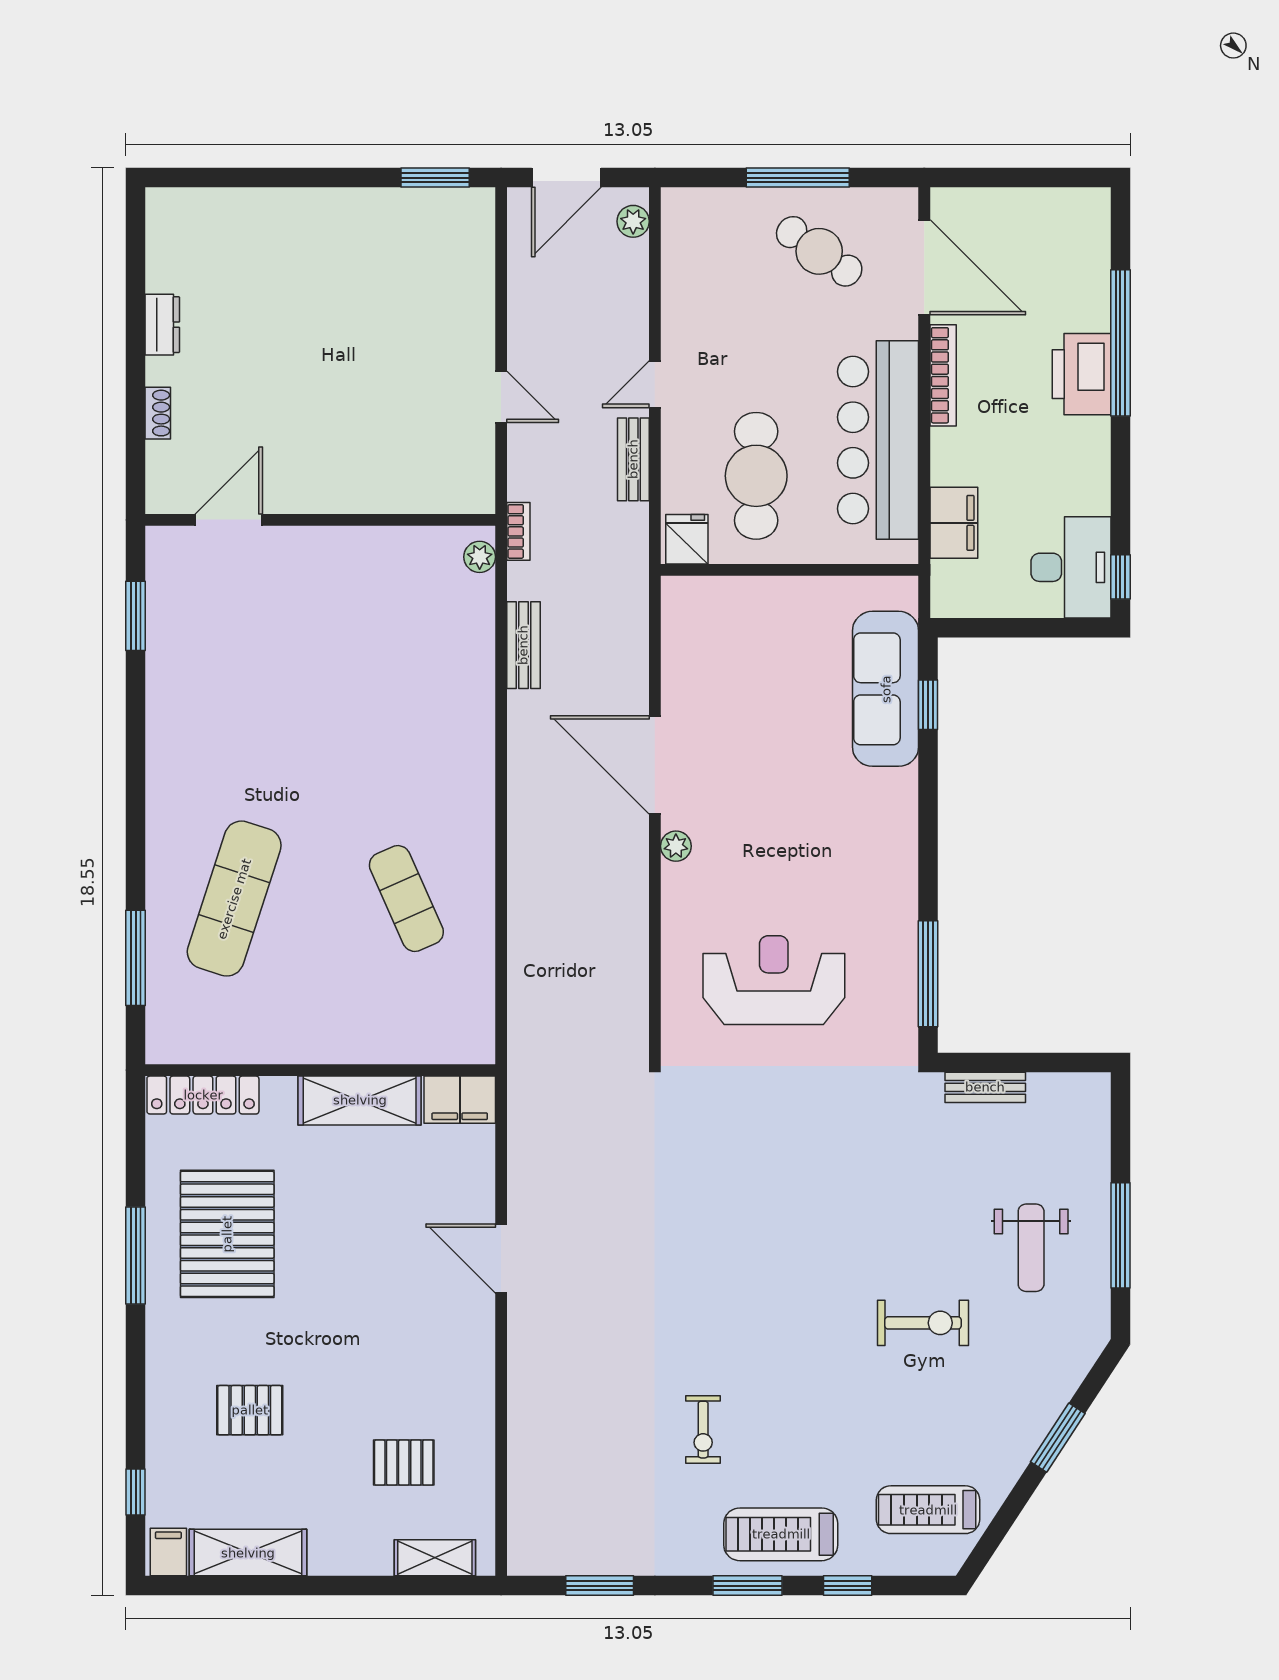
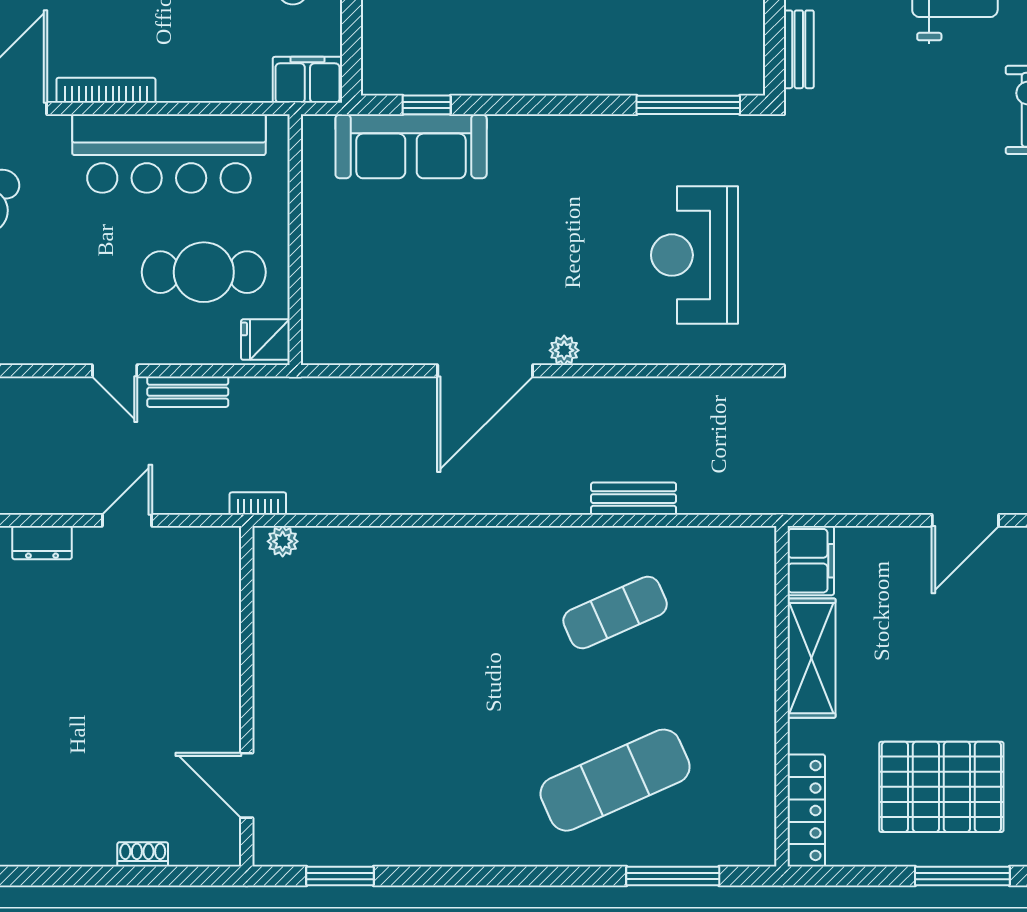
dresser: (162, 325) -> (42, 543), moved, turned 180
filing cabinet: (954, 523) -> (307, 80), moved
bench: (523, 645) -> (634, 499), moved
exercise mat: (234, 899) -> (615, 780), turned -42

